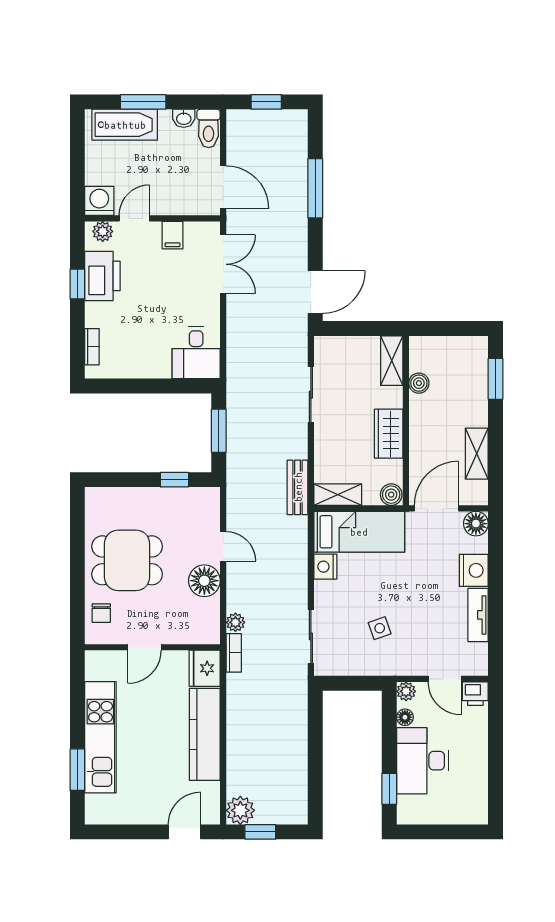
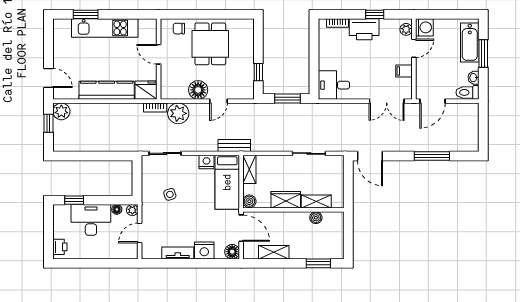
window: (266, 102) -> (483, 127), removed
door: (134, 218) -> (414, 48), hinge flipped
printer: (102, 276) -> (364, 29), moved
shelving: (392, 361) -> (316, 202), moved
bench: (298, 487) -> (234, 145), moved
plant: (235, 622) -> (178, 113), width x1.88, depth x1.88
printer: (475, 694) -> (60, 247), moved, turned 180

